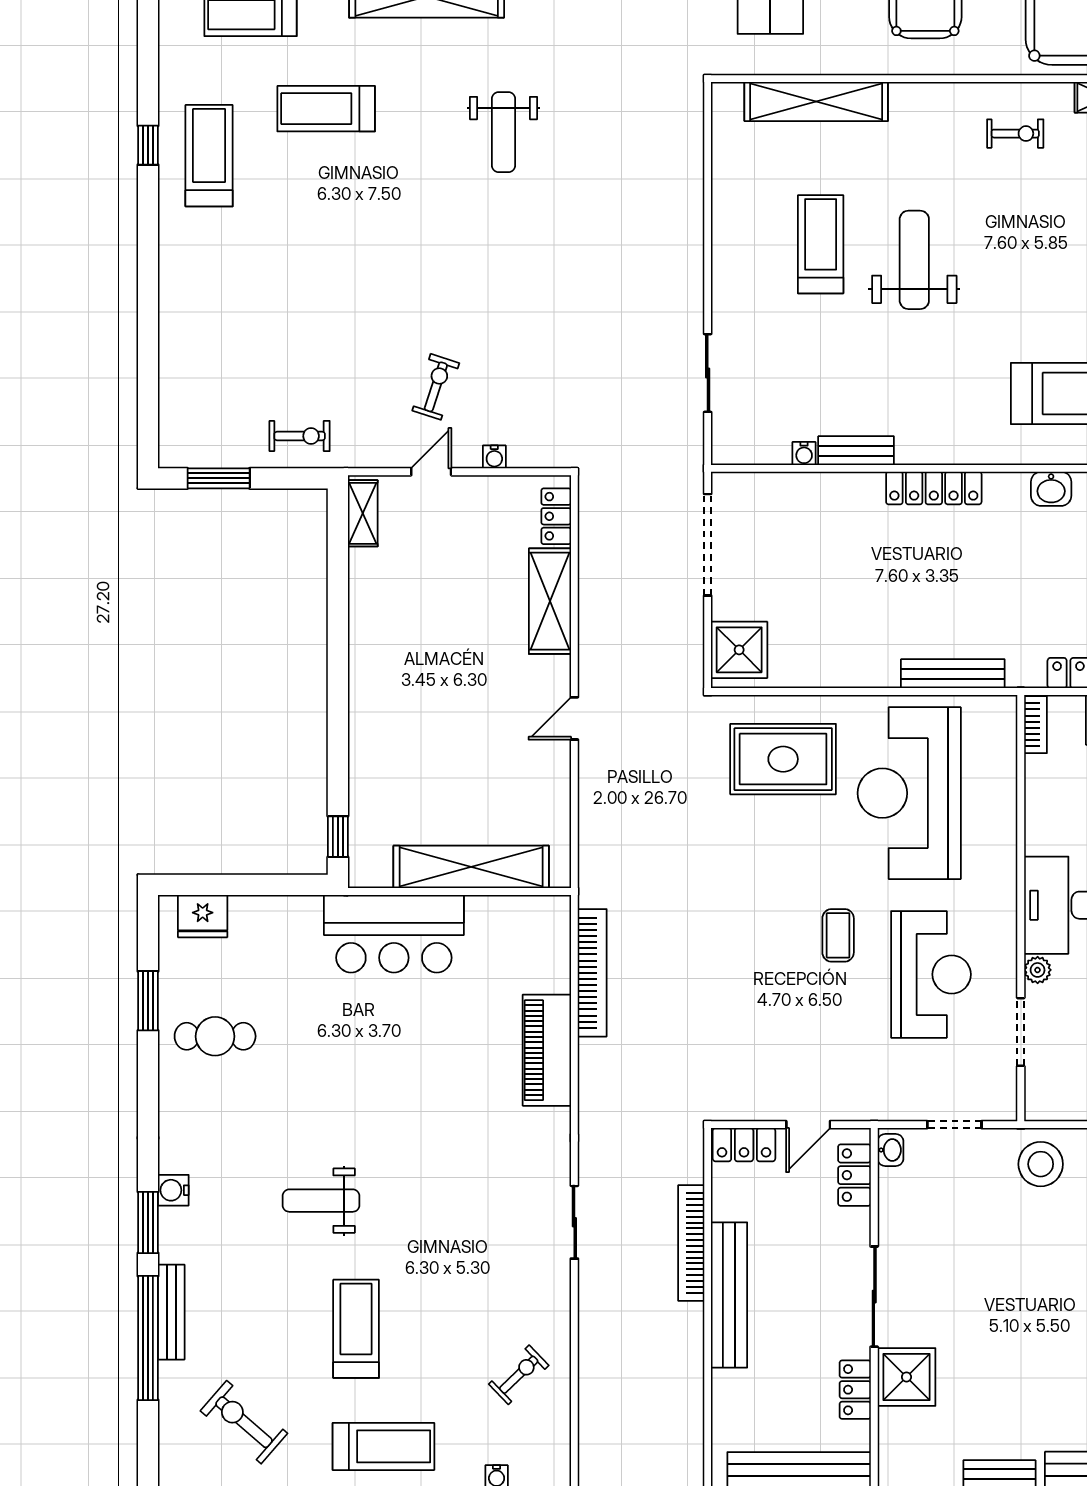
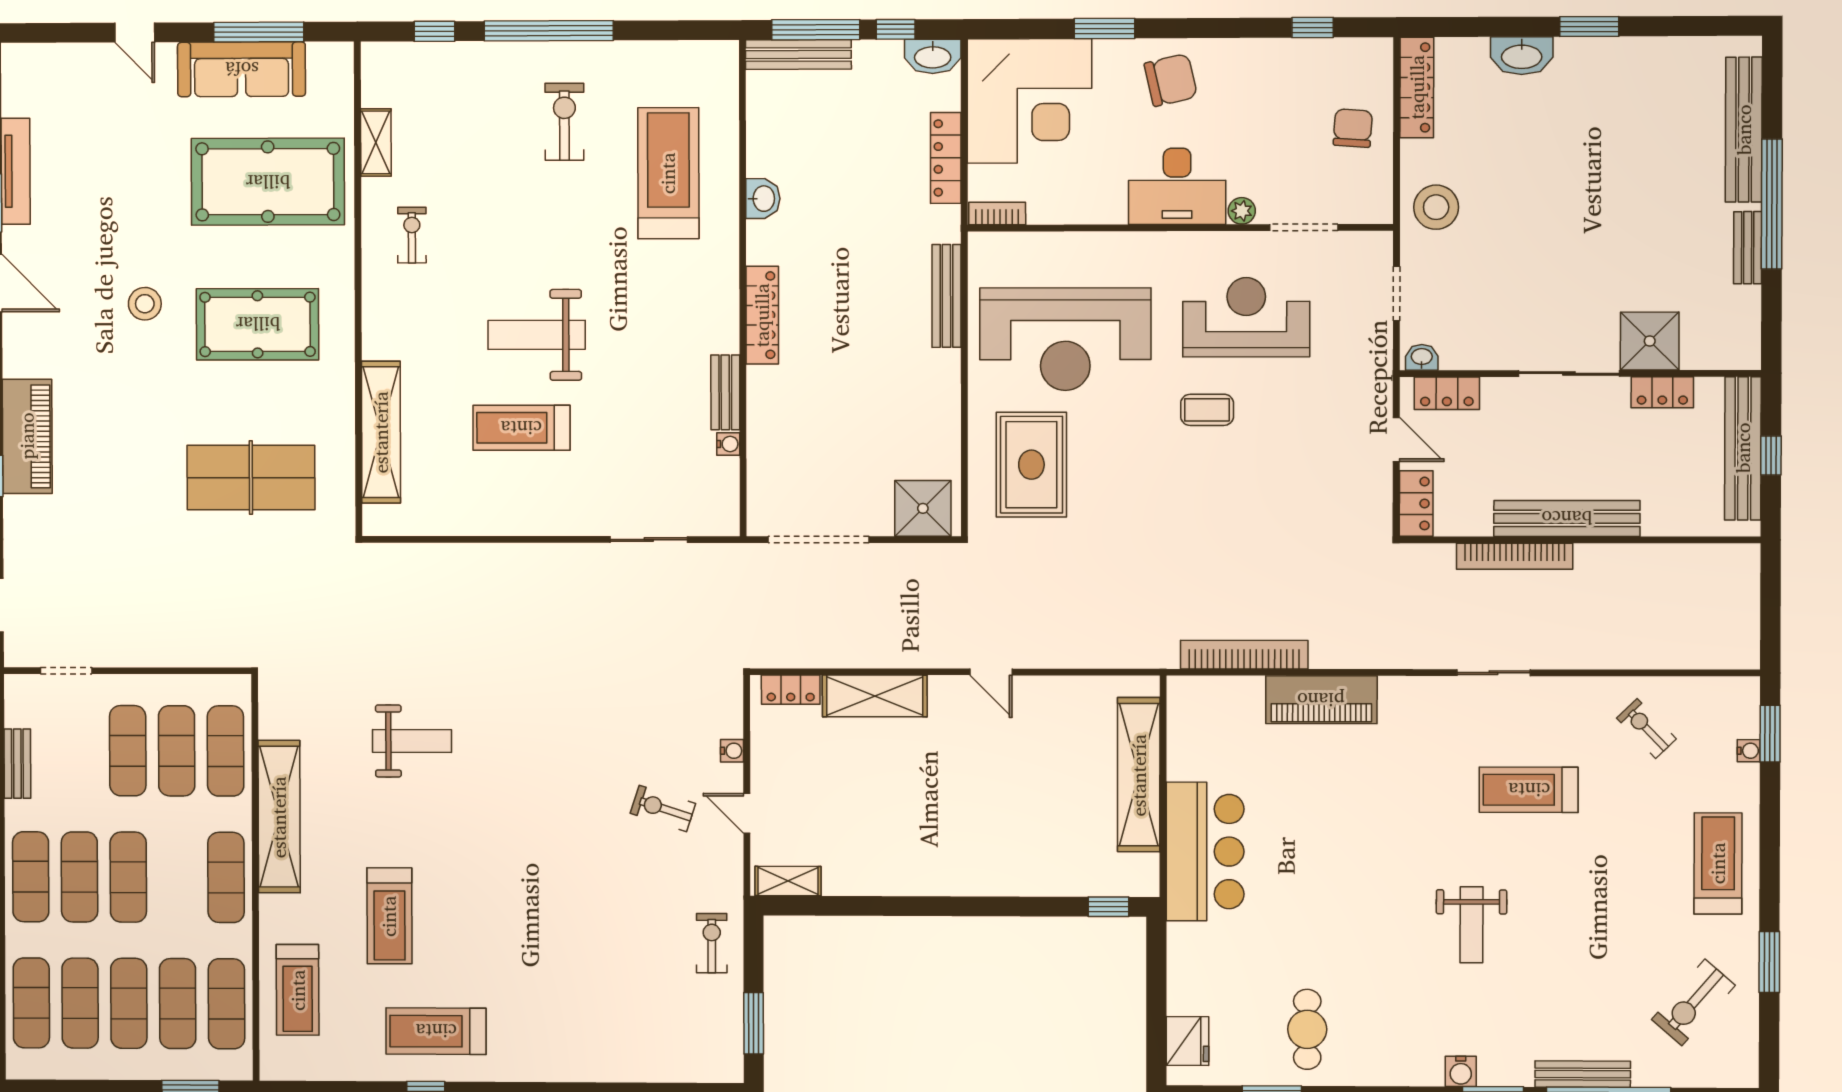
treadmill: (356, 1329) -> (1529, 790), moved

